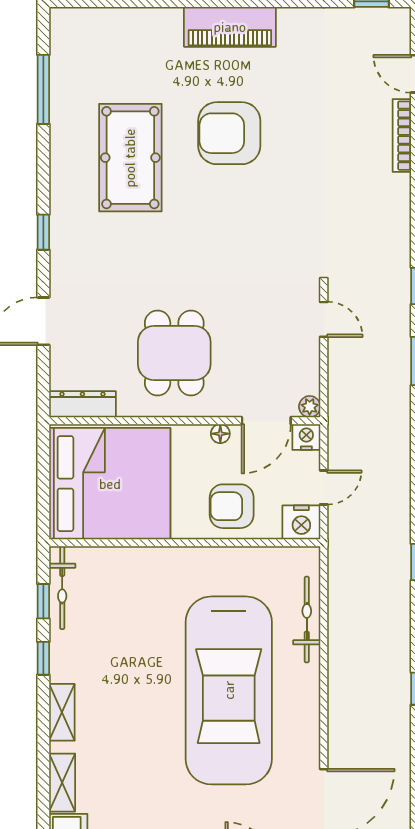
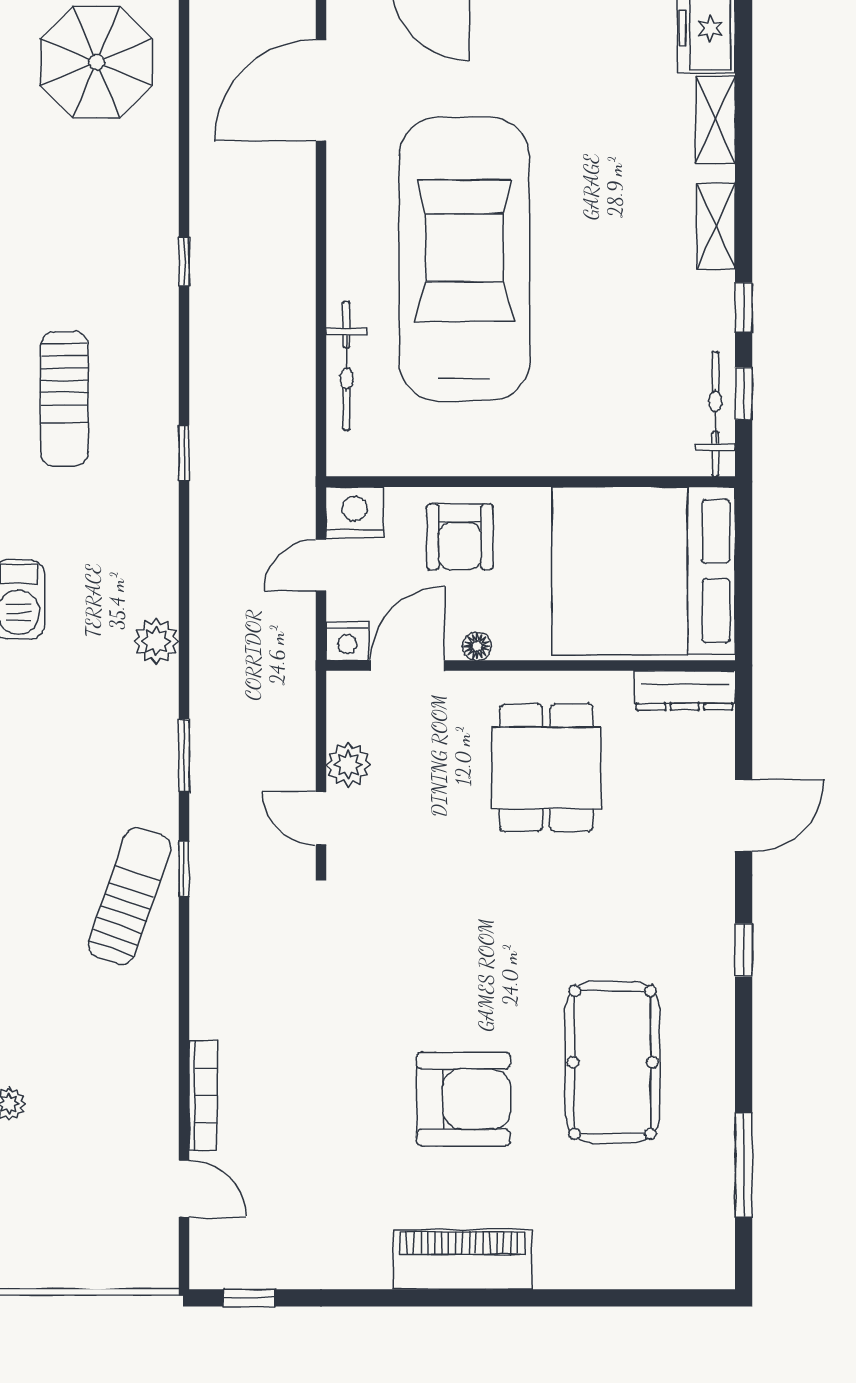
plant: (310, 407) -> (348, 765), moved, width x1.38, depth x1.38
armchair: (232, 506) -> (460, 537), turned 90

